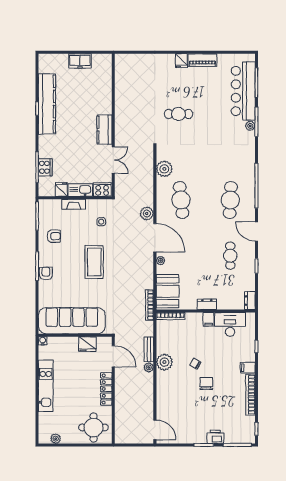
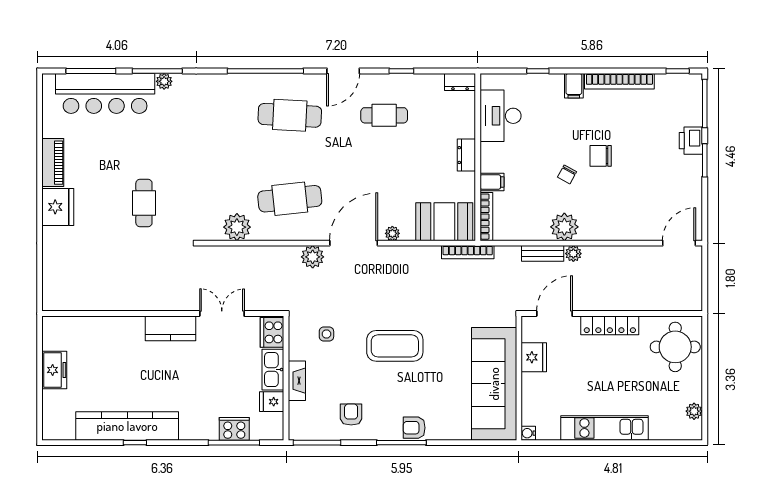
fridge: (181, 61) -> (58, 207), width x1.88, depth x1.34
filing cabinet: (209, 319) -> (492, 182), moved

